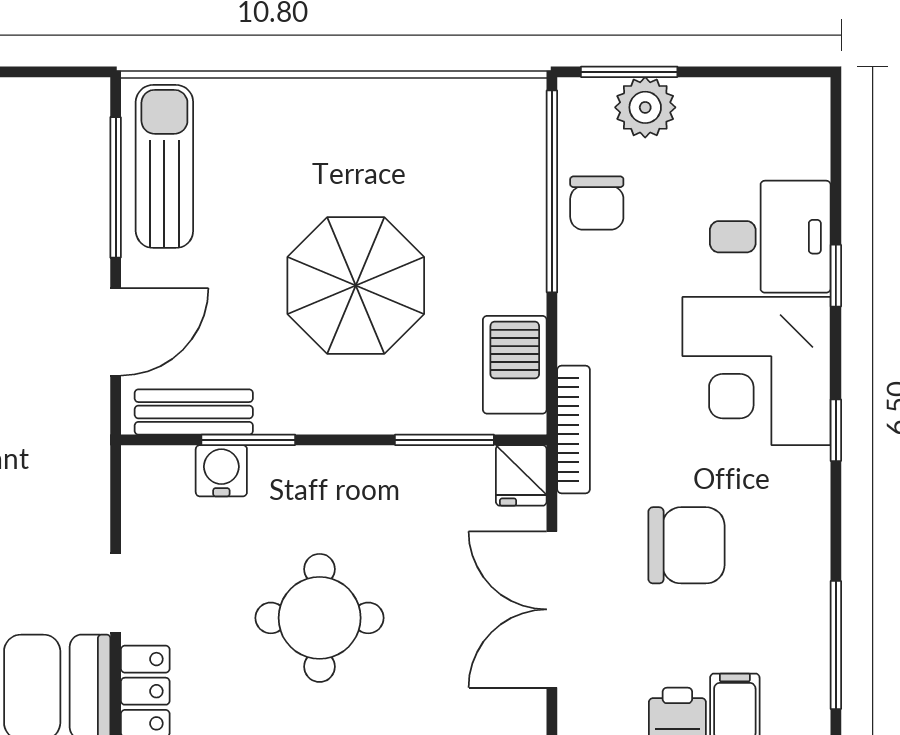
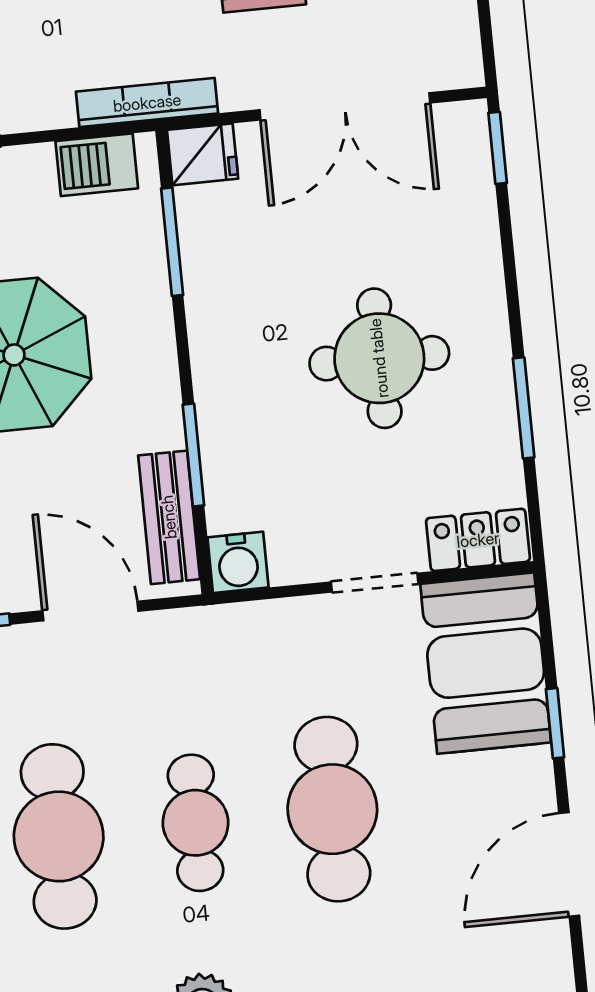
barbecue: (515, 365) -> (97, 165), width x0.73, depth x0.79
water cooler: (221, 471) -> (238, 562), moved, turned -90

